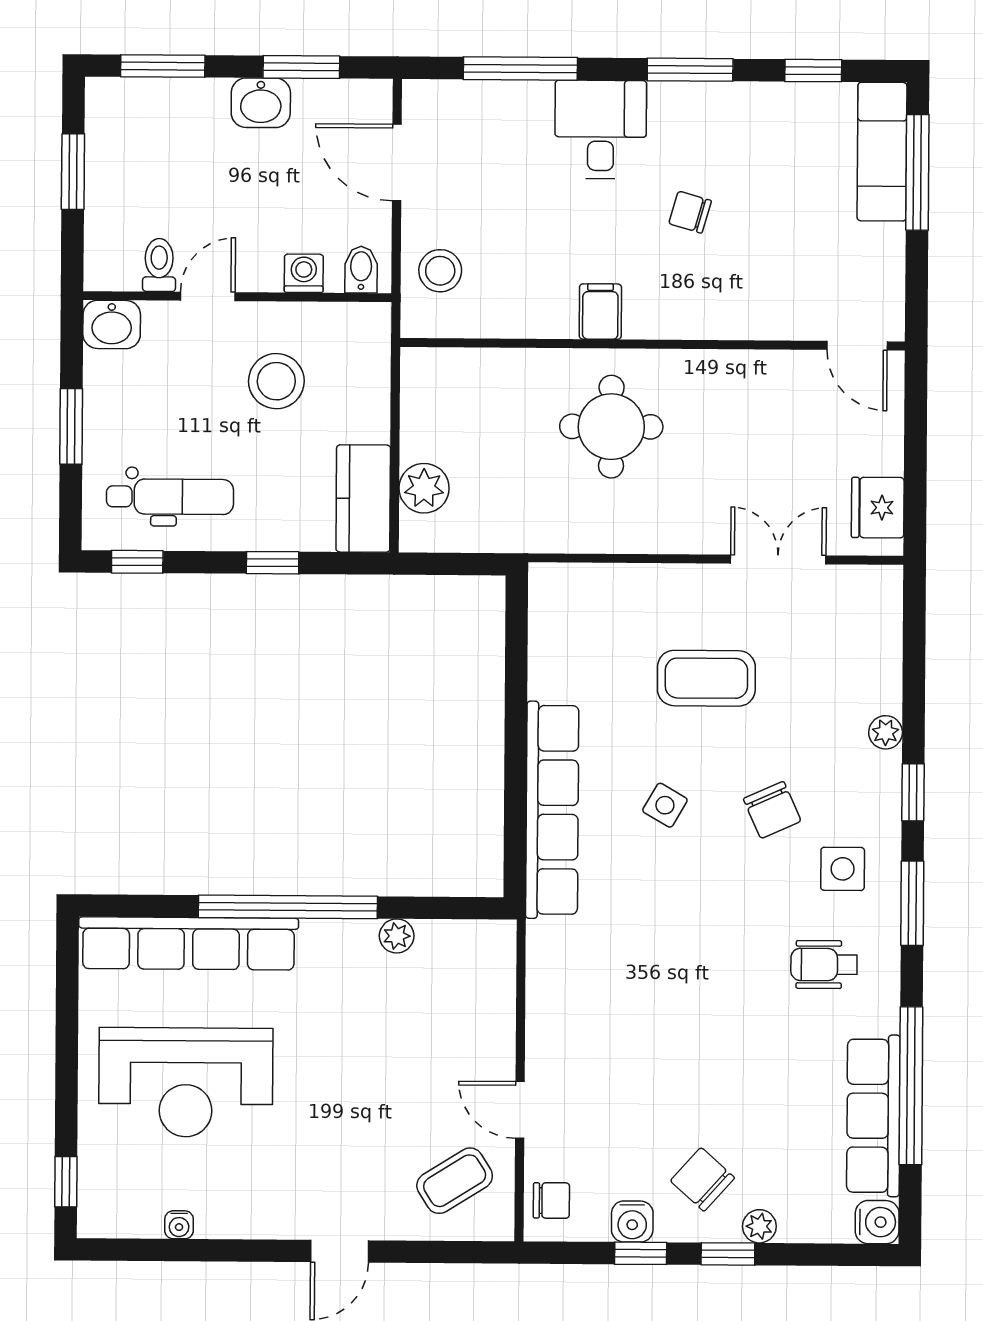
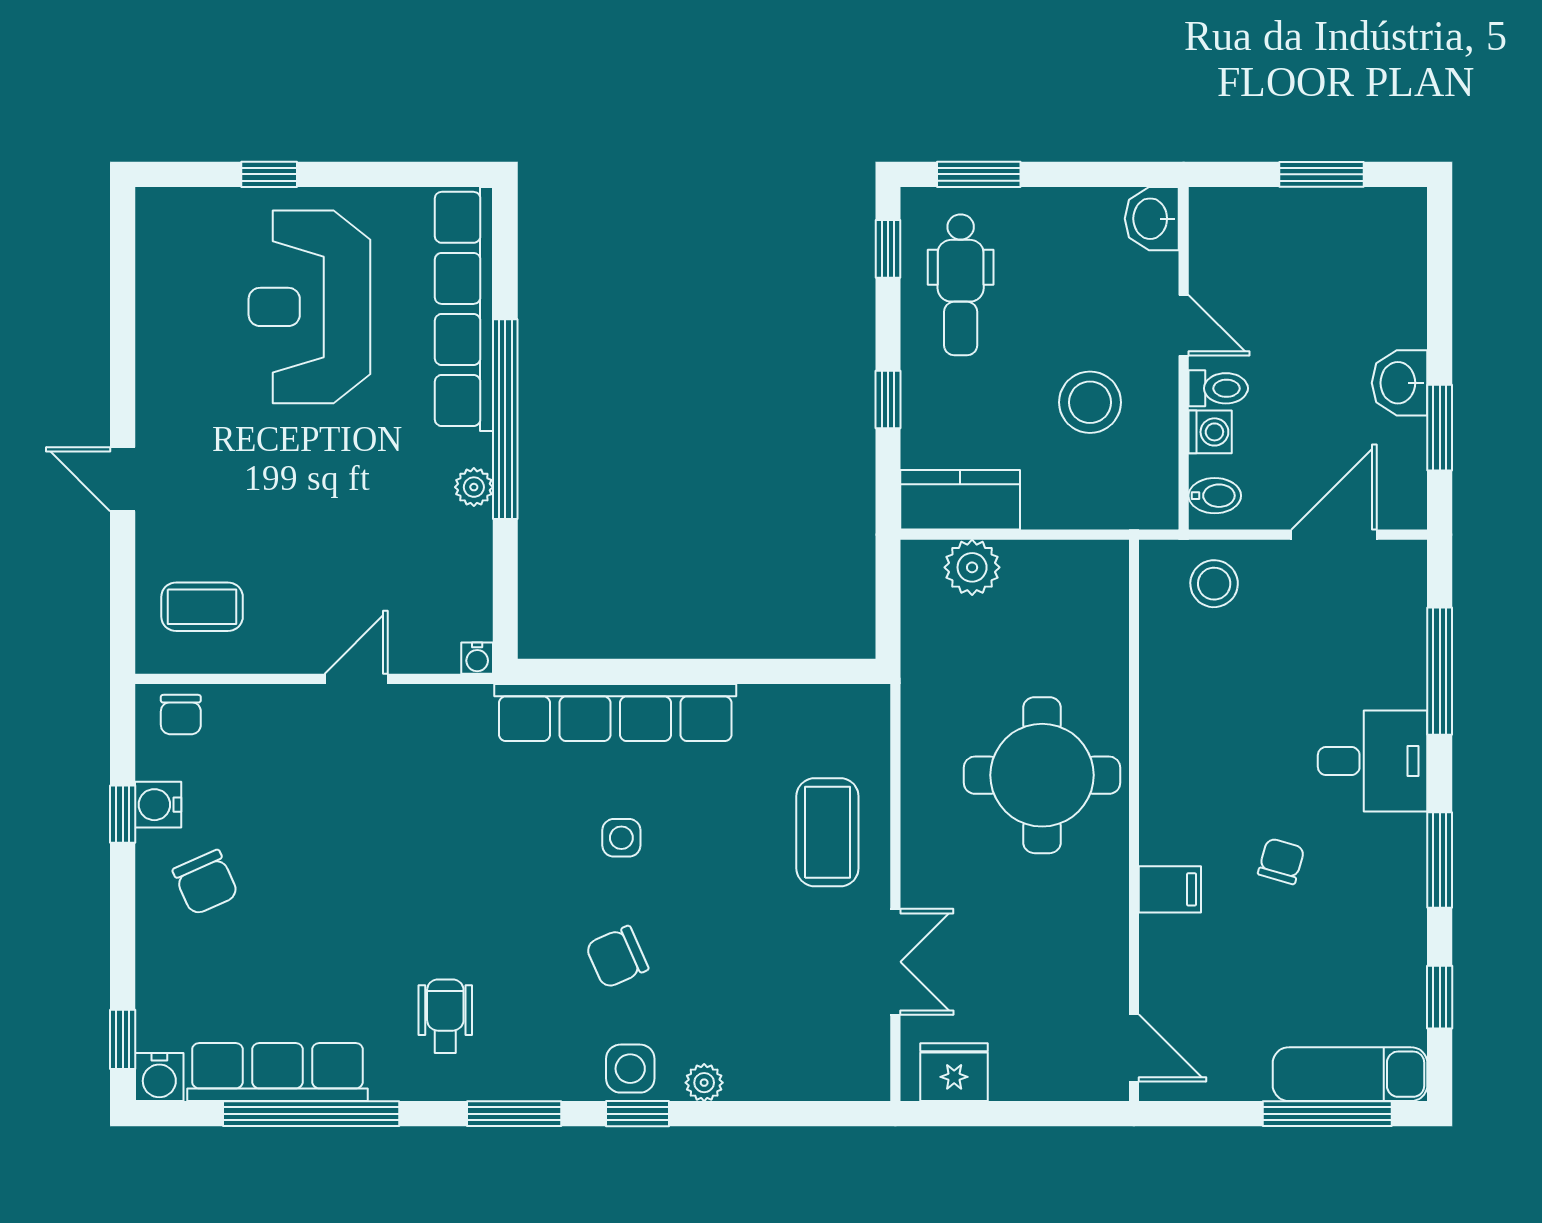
window: (163, 66) -> (1440, 273), removed
toilet: (159, 265) -> (1218, 388), moved
filing cabinet: (600, 312) -> (1170, 889), moved
door: (857, 346) -> (1134, 1048), swing flipped
window: (71, 426) -> (979, 174), moved
round table: (611, 427) -> (1042, 775), width x1.36, depth x1.36
coffee table: (706, 678) -> (827, 832), moved
side table: (665, 805) -> (621, 838), turned -30
side table: (843, 869) -> (630, 1069), moved
plant: (397, 936) -> (474, 487), moved
door: (520, 1110) -> (356, 679), moved
chair: (702, 1179) -> (205, 882), turned 114
coffee table: (455, 1181) -> (202, 607), turned -58
window: (66, 1182) -> (269, 174), moved
water cooler: (179, 1225) -> (477, 658), moved, turned -90
plant: (759, 1226) -> (154, 946), removed
window: (728, 1254) -> (123, 1039), moved

